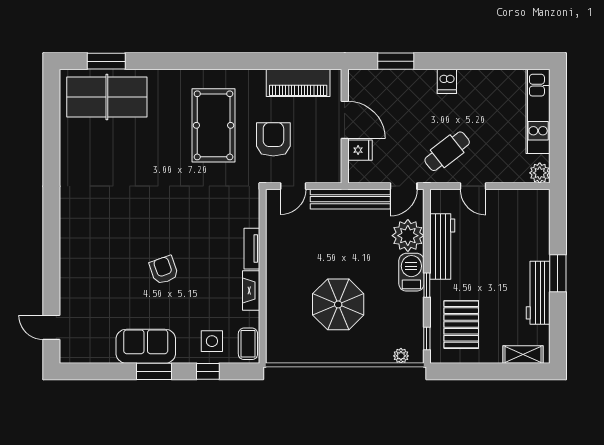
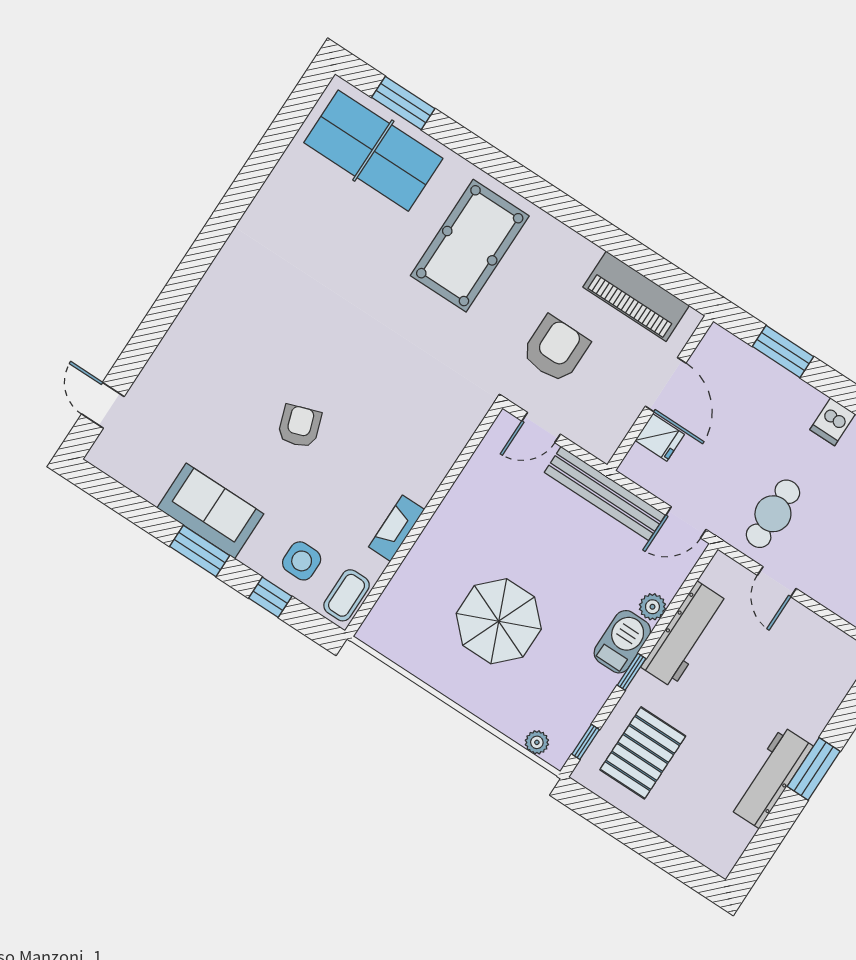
pool table: (214, 125) -> (470, 246), moved
cafe table: (447, 151) -> (773, 514), turned -52
plant: (408, 236) -> (652, 607), width x0.53, depth x0.53
tv unit: (252, 249) -> (433, 474), removed
shelving: (523, 355) -> (698, 845), removed

